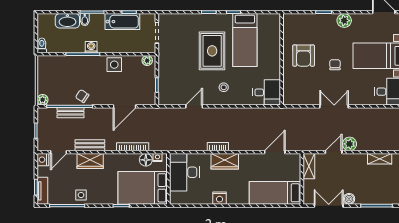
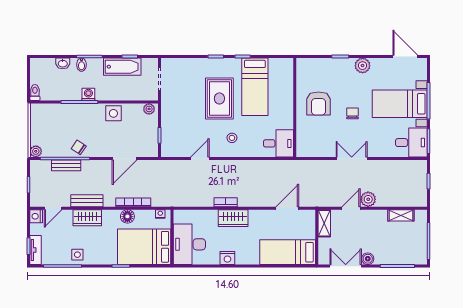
washbasin: (67, 21) -> (63, 63), width x0.52, depth x0.69
floor lamp: (146, 160) -> (127, 216), moved
desk: (184, 172) -> (189, 244), moved

